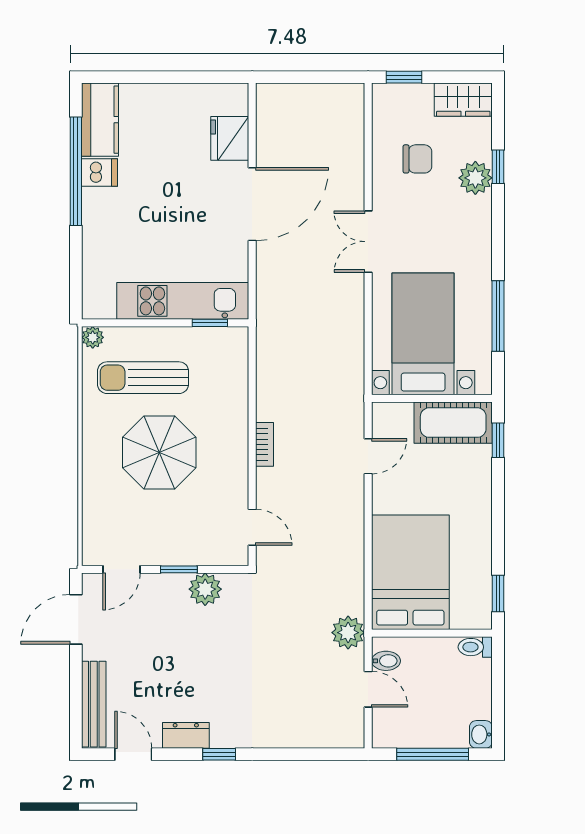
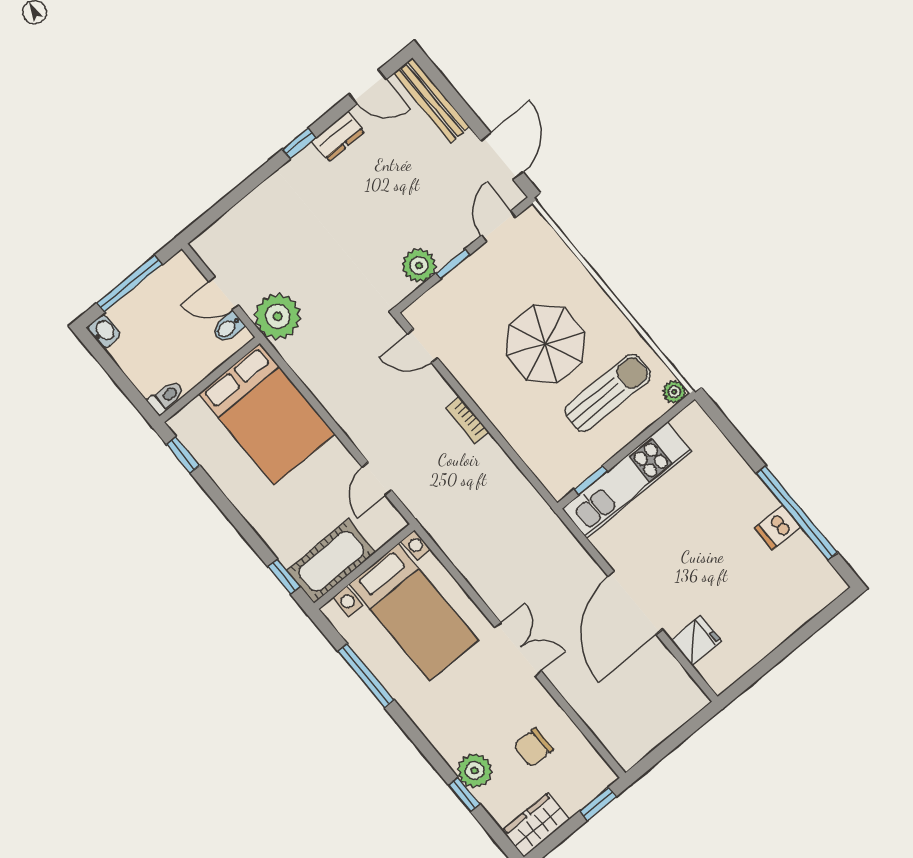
kitchen counter: (100, 120) -> (812, 570), removed
fridge: (230, 138) -> (696, 640), width x0.72
plant: (348, 633) -> (278, 316), width x1.36, depth x1.36

